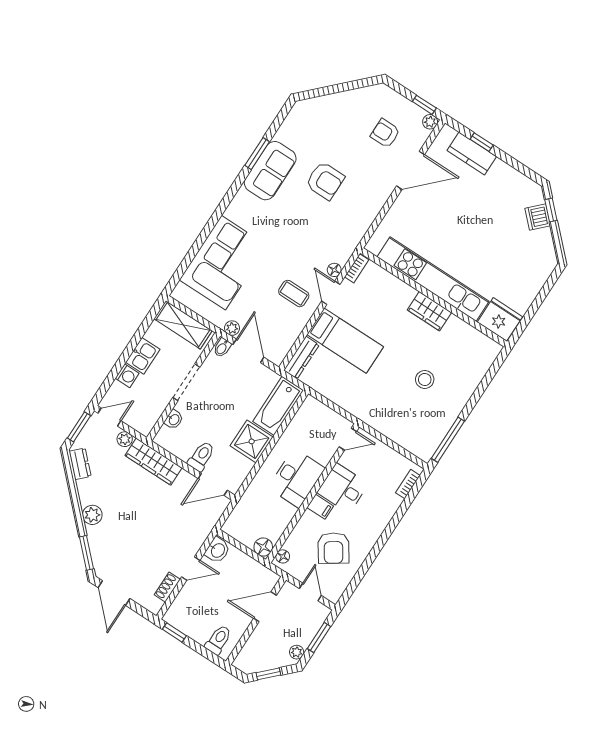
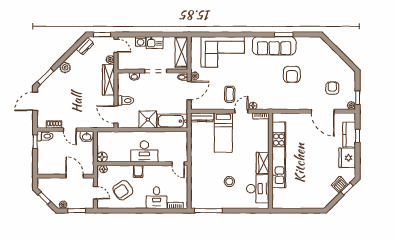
sofa: (270, 171) -> (274, 46), width x1.36
fridge: (500, 319) -> (347, 158), moved, turned 180
desk: (463, 344) -> (258, 189), added
desk: (343, 488) -> (157, 198), moved, turned 180
door: (310, 592) -> (95, 193), hinge flipped
toilet: (218, 640) -> (45, 136), moved

